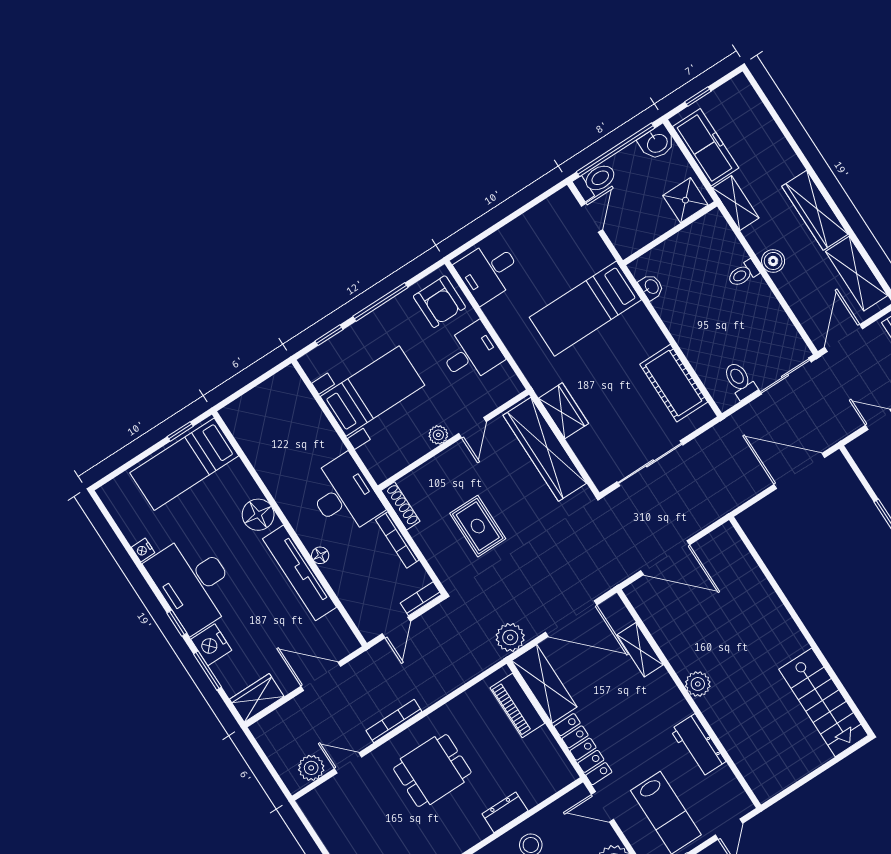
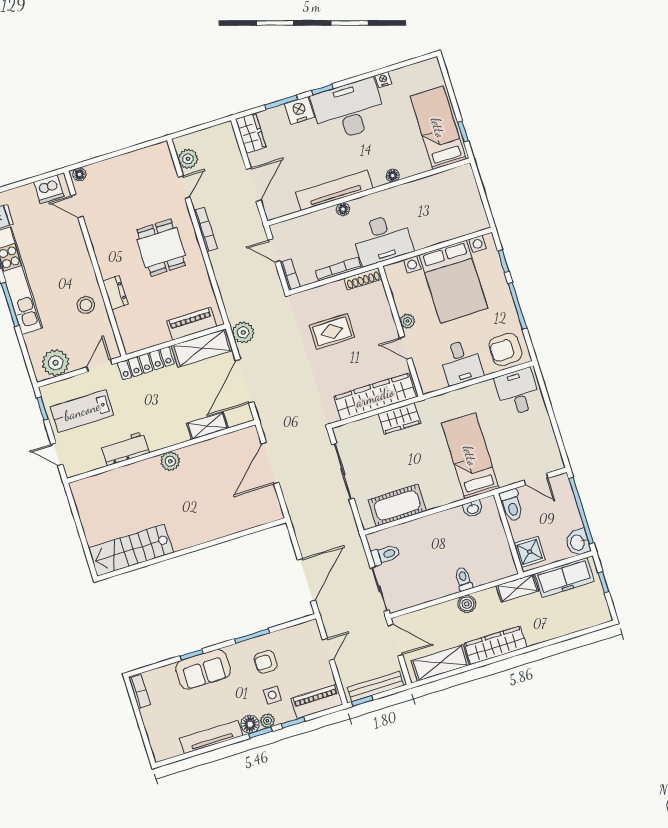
toilet: (596, 181) -> (512, 505), moved
bed with nightstands: (373, 391) -> (453, 282), width x1.36
floor lamp: (258, 515) -> (393, 176), width x0.53, depth x0.53

